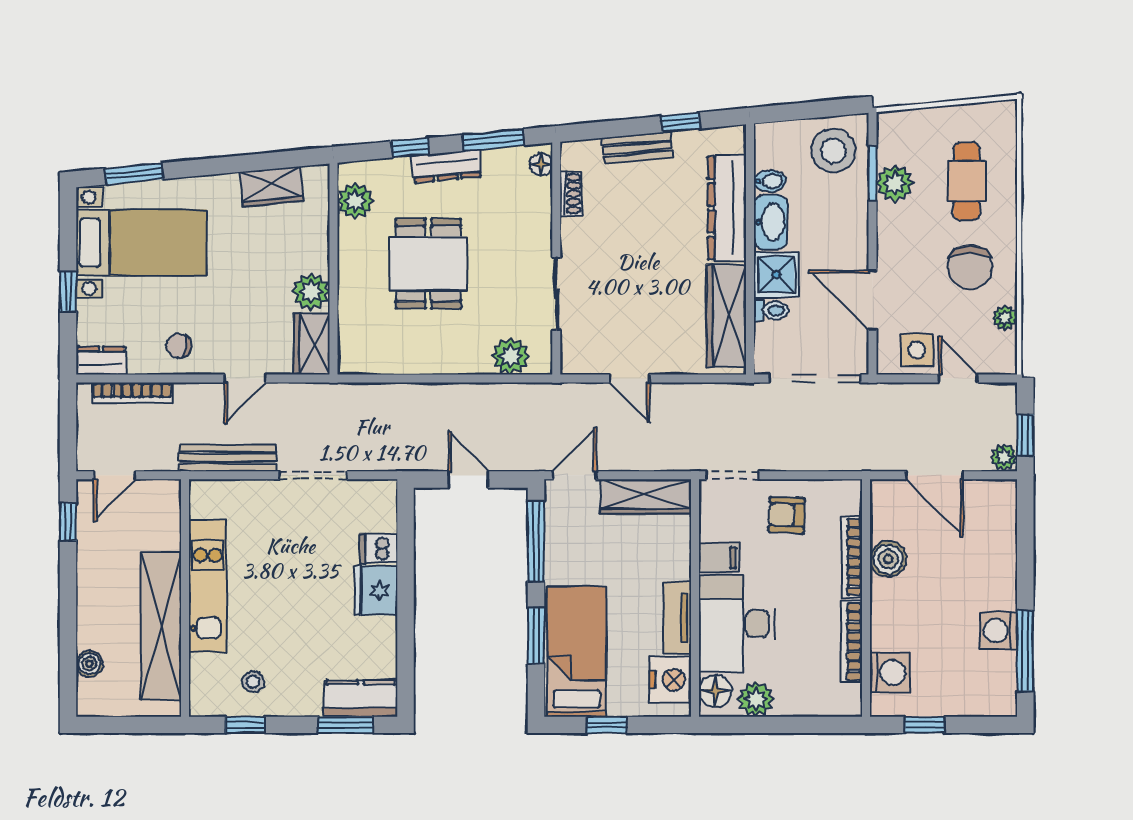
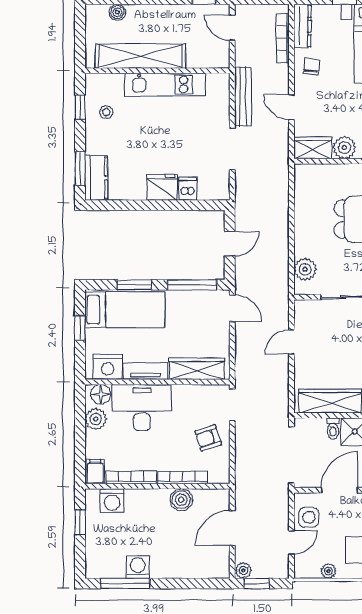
dresser: (101, 361) -> (302, 26), width x1.44
wardrobe: (646, 497) -> (197, 369), moved, turned 90
armchair: (787, 515) -> (208, 438), turned -110
filing cabinet: (719, 558) -> (95, 472), moved, turned 180

